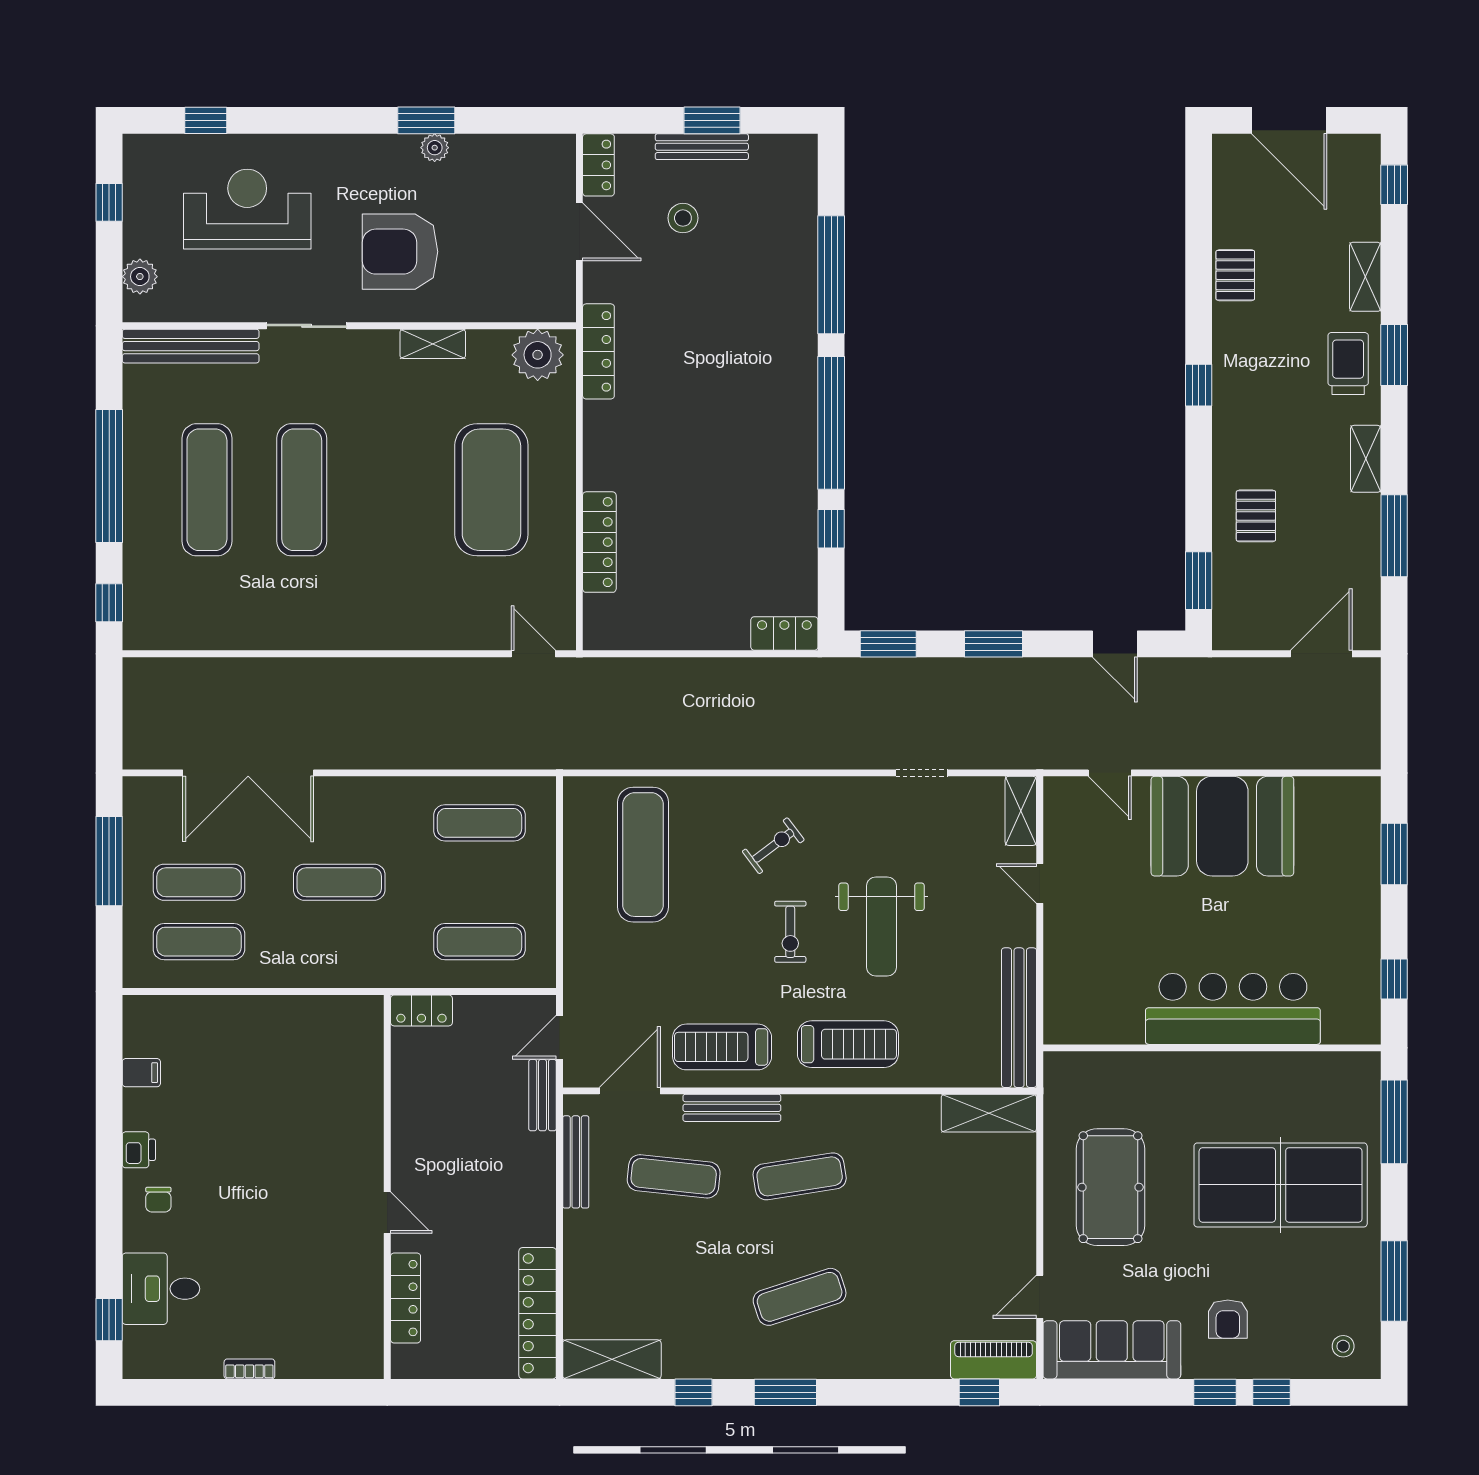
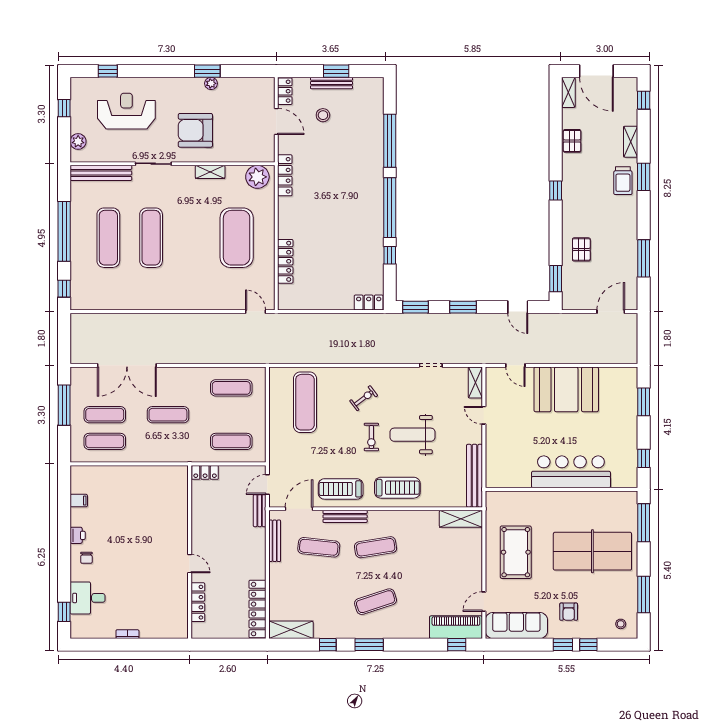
trolley: (1348, 363) -> (623, 181), turned 180
shelving: (1366, 459) -> (568, 92), moved
weight bench: (881, 927) -> (412, 435), turned 90
piano: (994, 1360) -> (456, 627), width x1.37, depth x1.33

